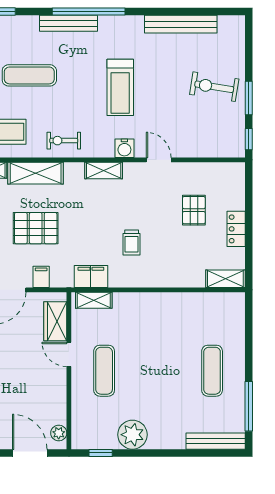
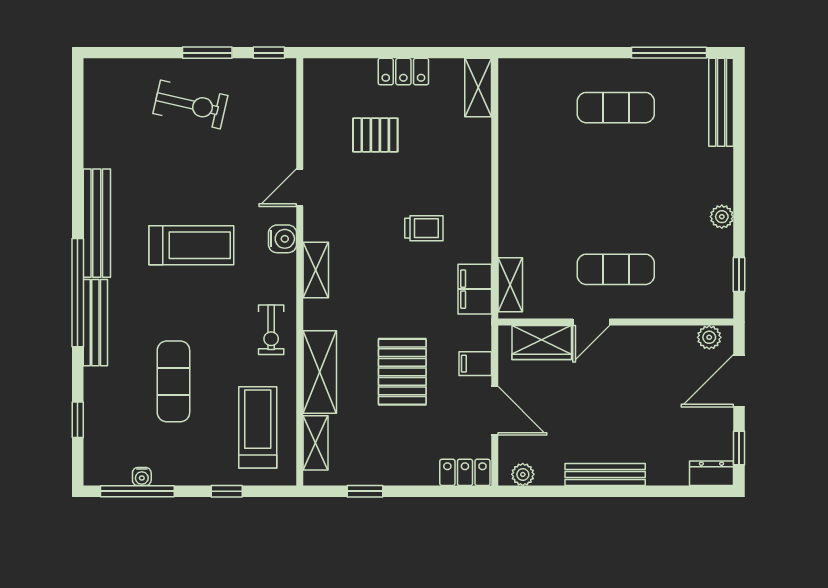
bench: (181, 24) -> (97, 223), moved
exercise bike: (214, 87) -> (190, 104), turned -86
plant: (132, 435) -> (722, 217), width x0.53, depth x0.53

